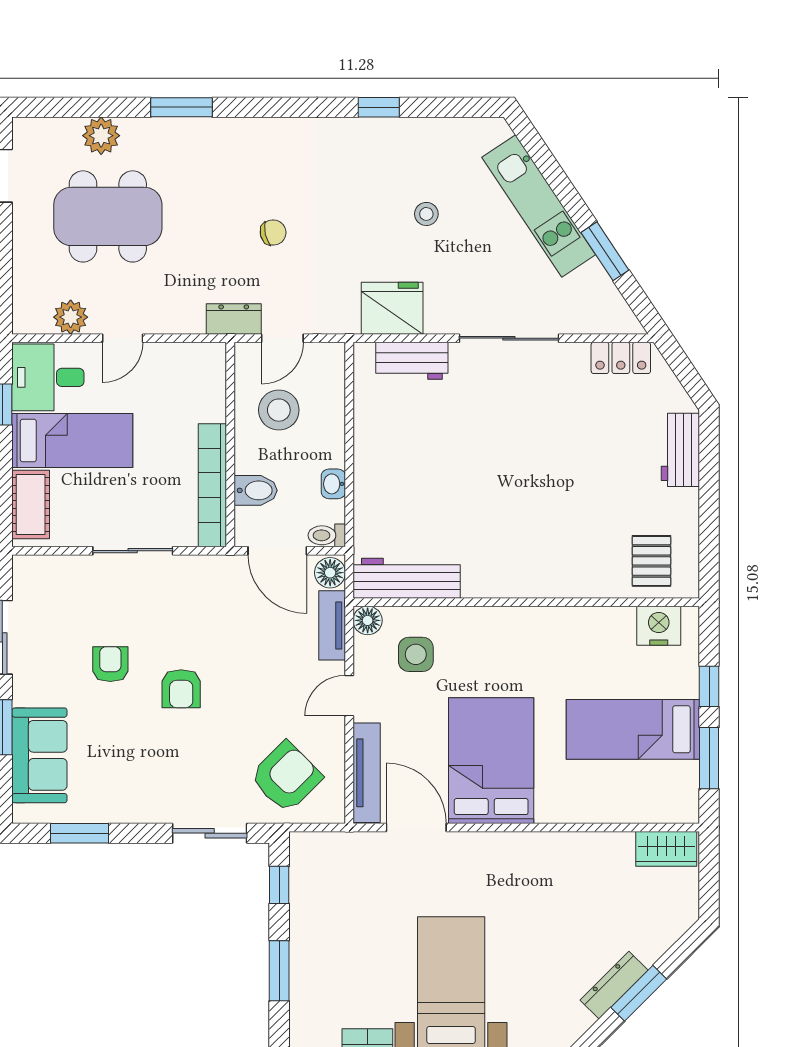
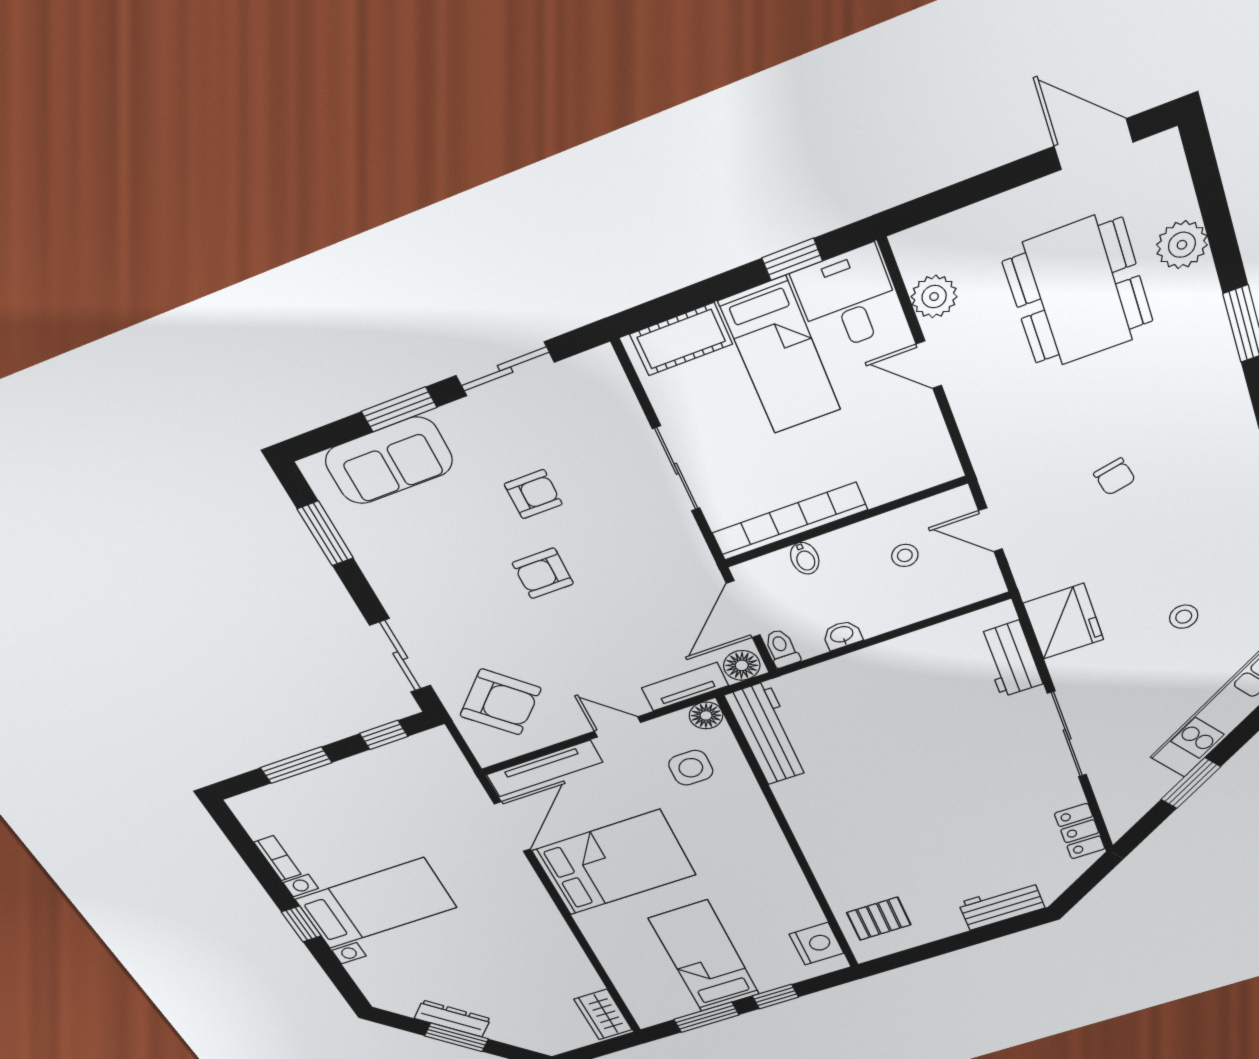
dresser: (234, 319) -> (996, 473), removed
stool: (279, 410) -> (905, 555), width x0.53, depth x0.53
bidet: (256, 490) -> (805, 558), width x0.72, depth x0.74

